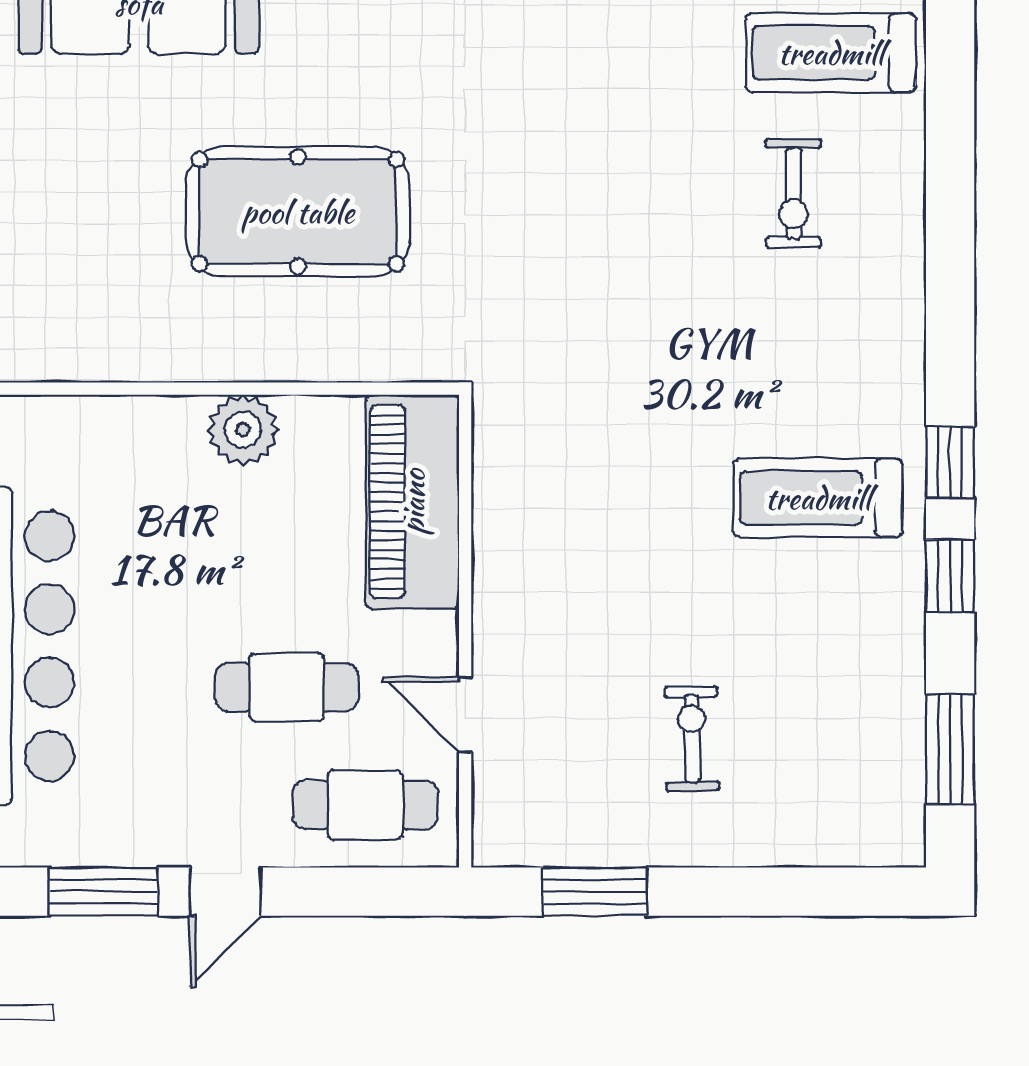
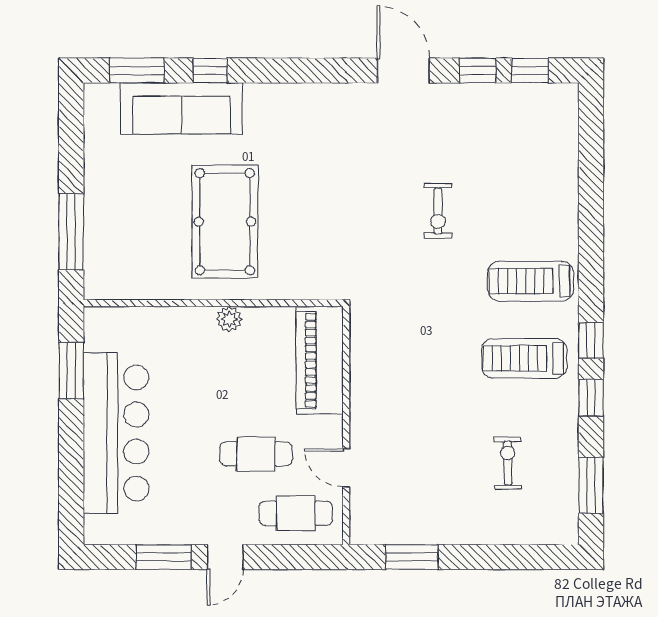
treadmill: (831, 53) -> (530, 281), moved
exercise bike: (794, 193) -> (438, 211), moved
pool table: (298, 212) -> (225, 222), moved, turned 90
plant: (243, 430) -> (229, 319), width x0.73, depth x0.73
exercise bike: (692, 739) -> (508, 463), moved

